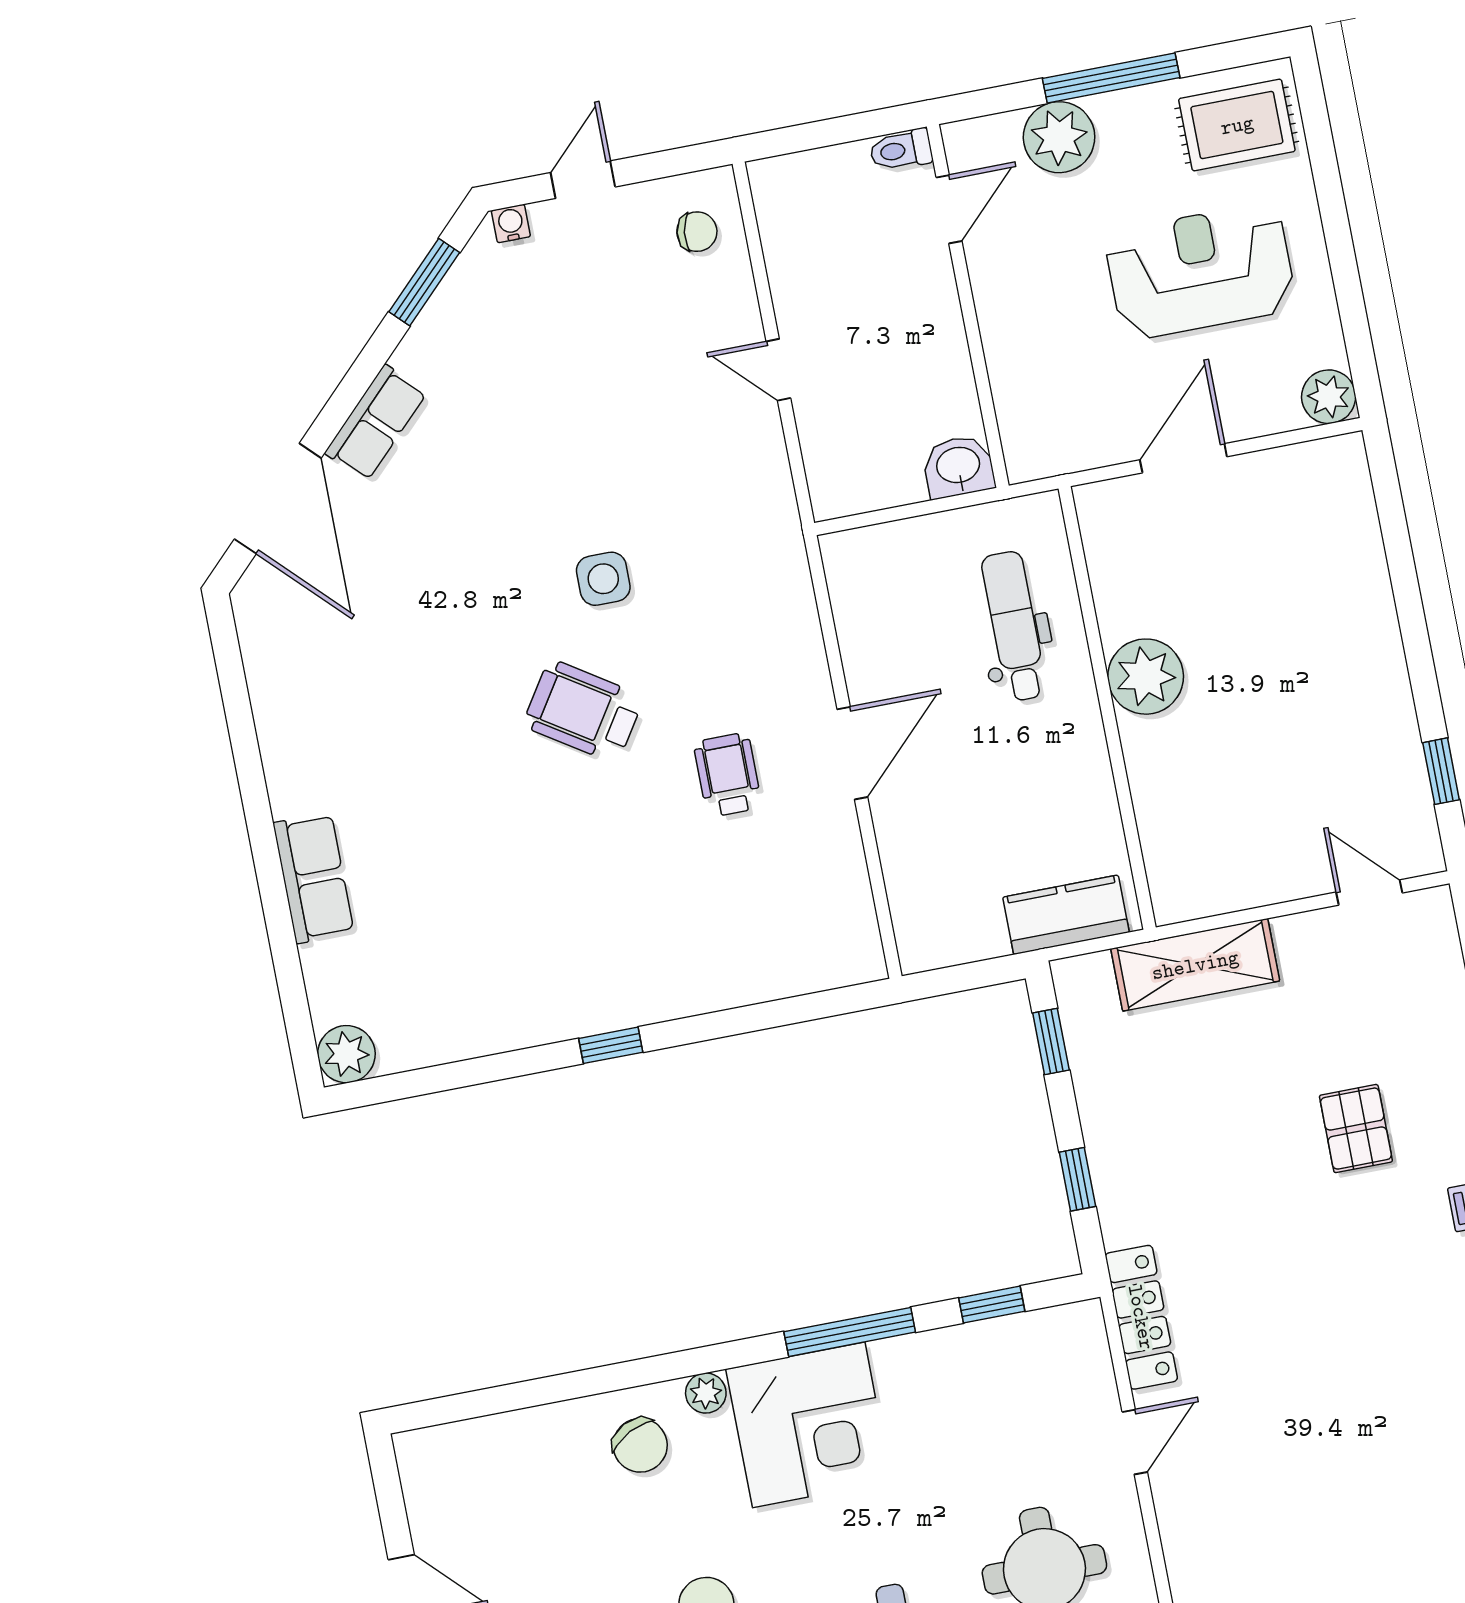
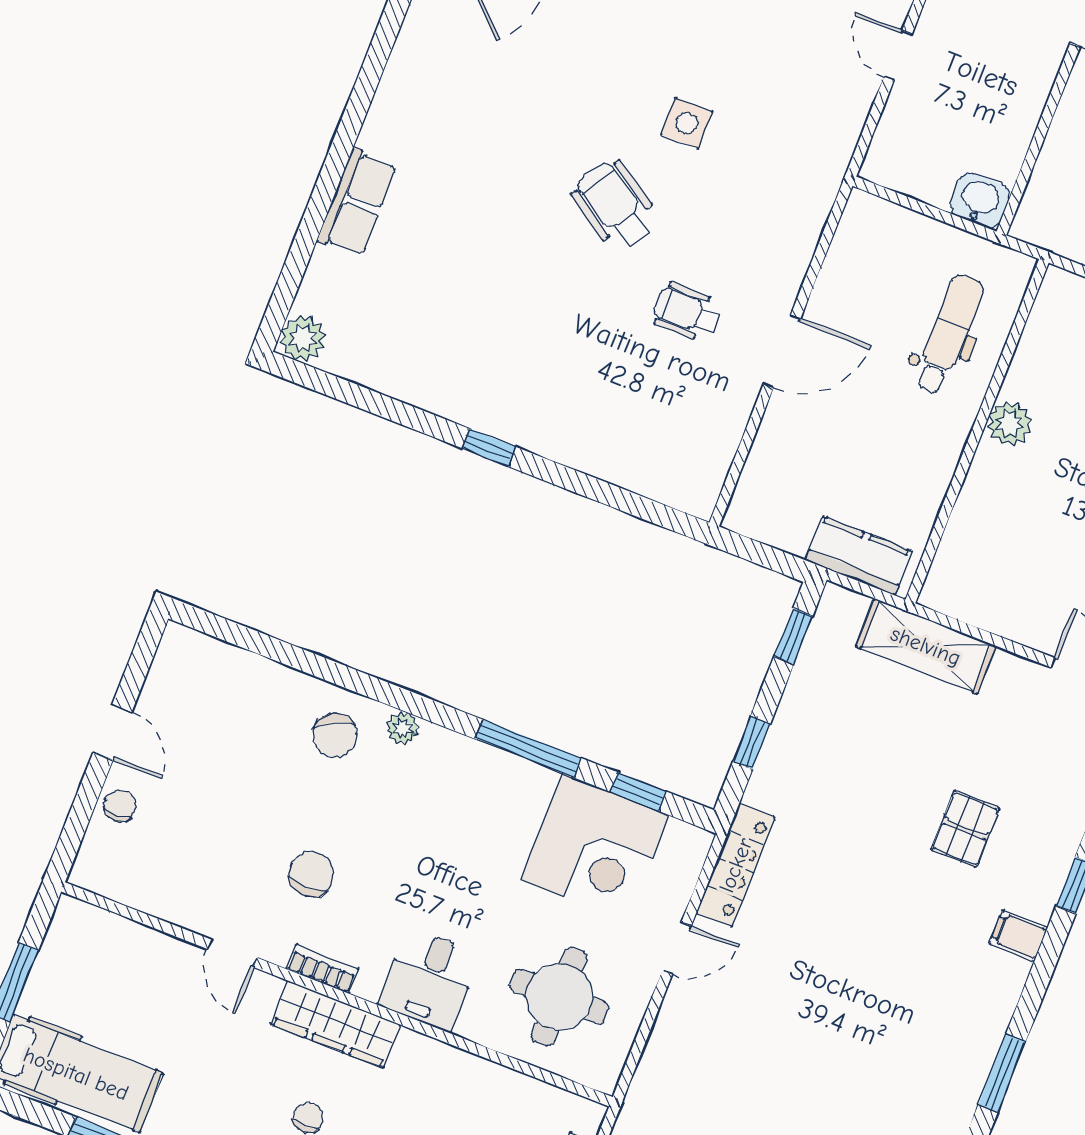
plant: (1146, 677) -> (1010, 423), width x0.73, depth x0.73
wheelchair: (728, 775) -> (687, 312), turned -90
corner desk: (809, 1425) -> (595, 848), moved

